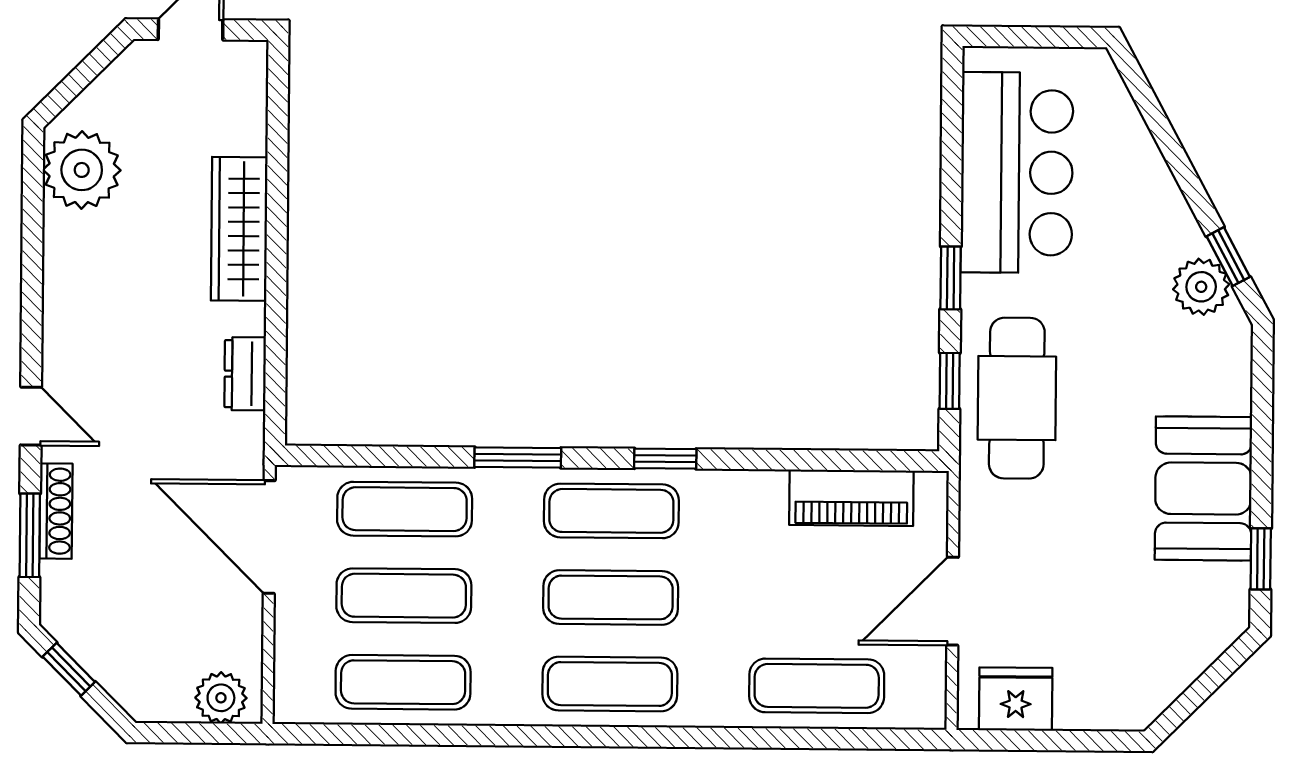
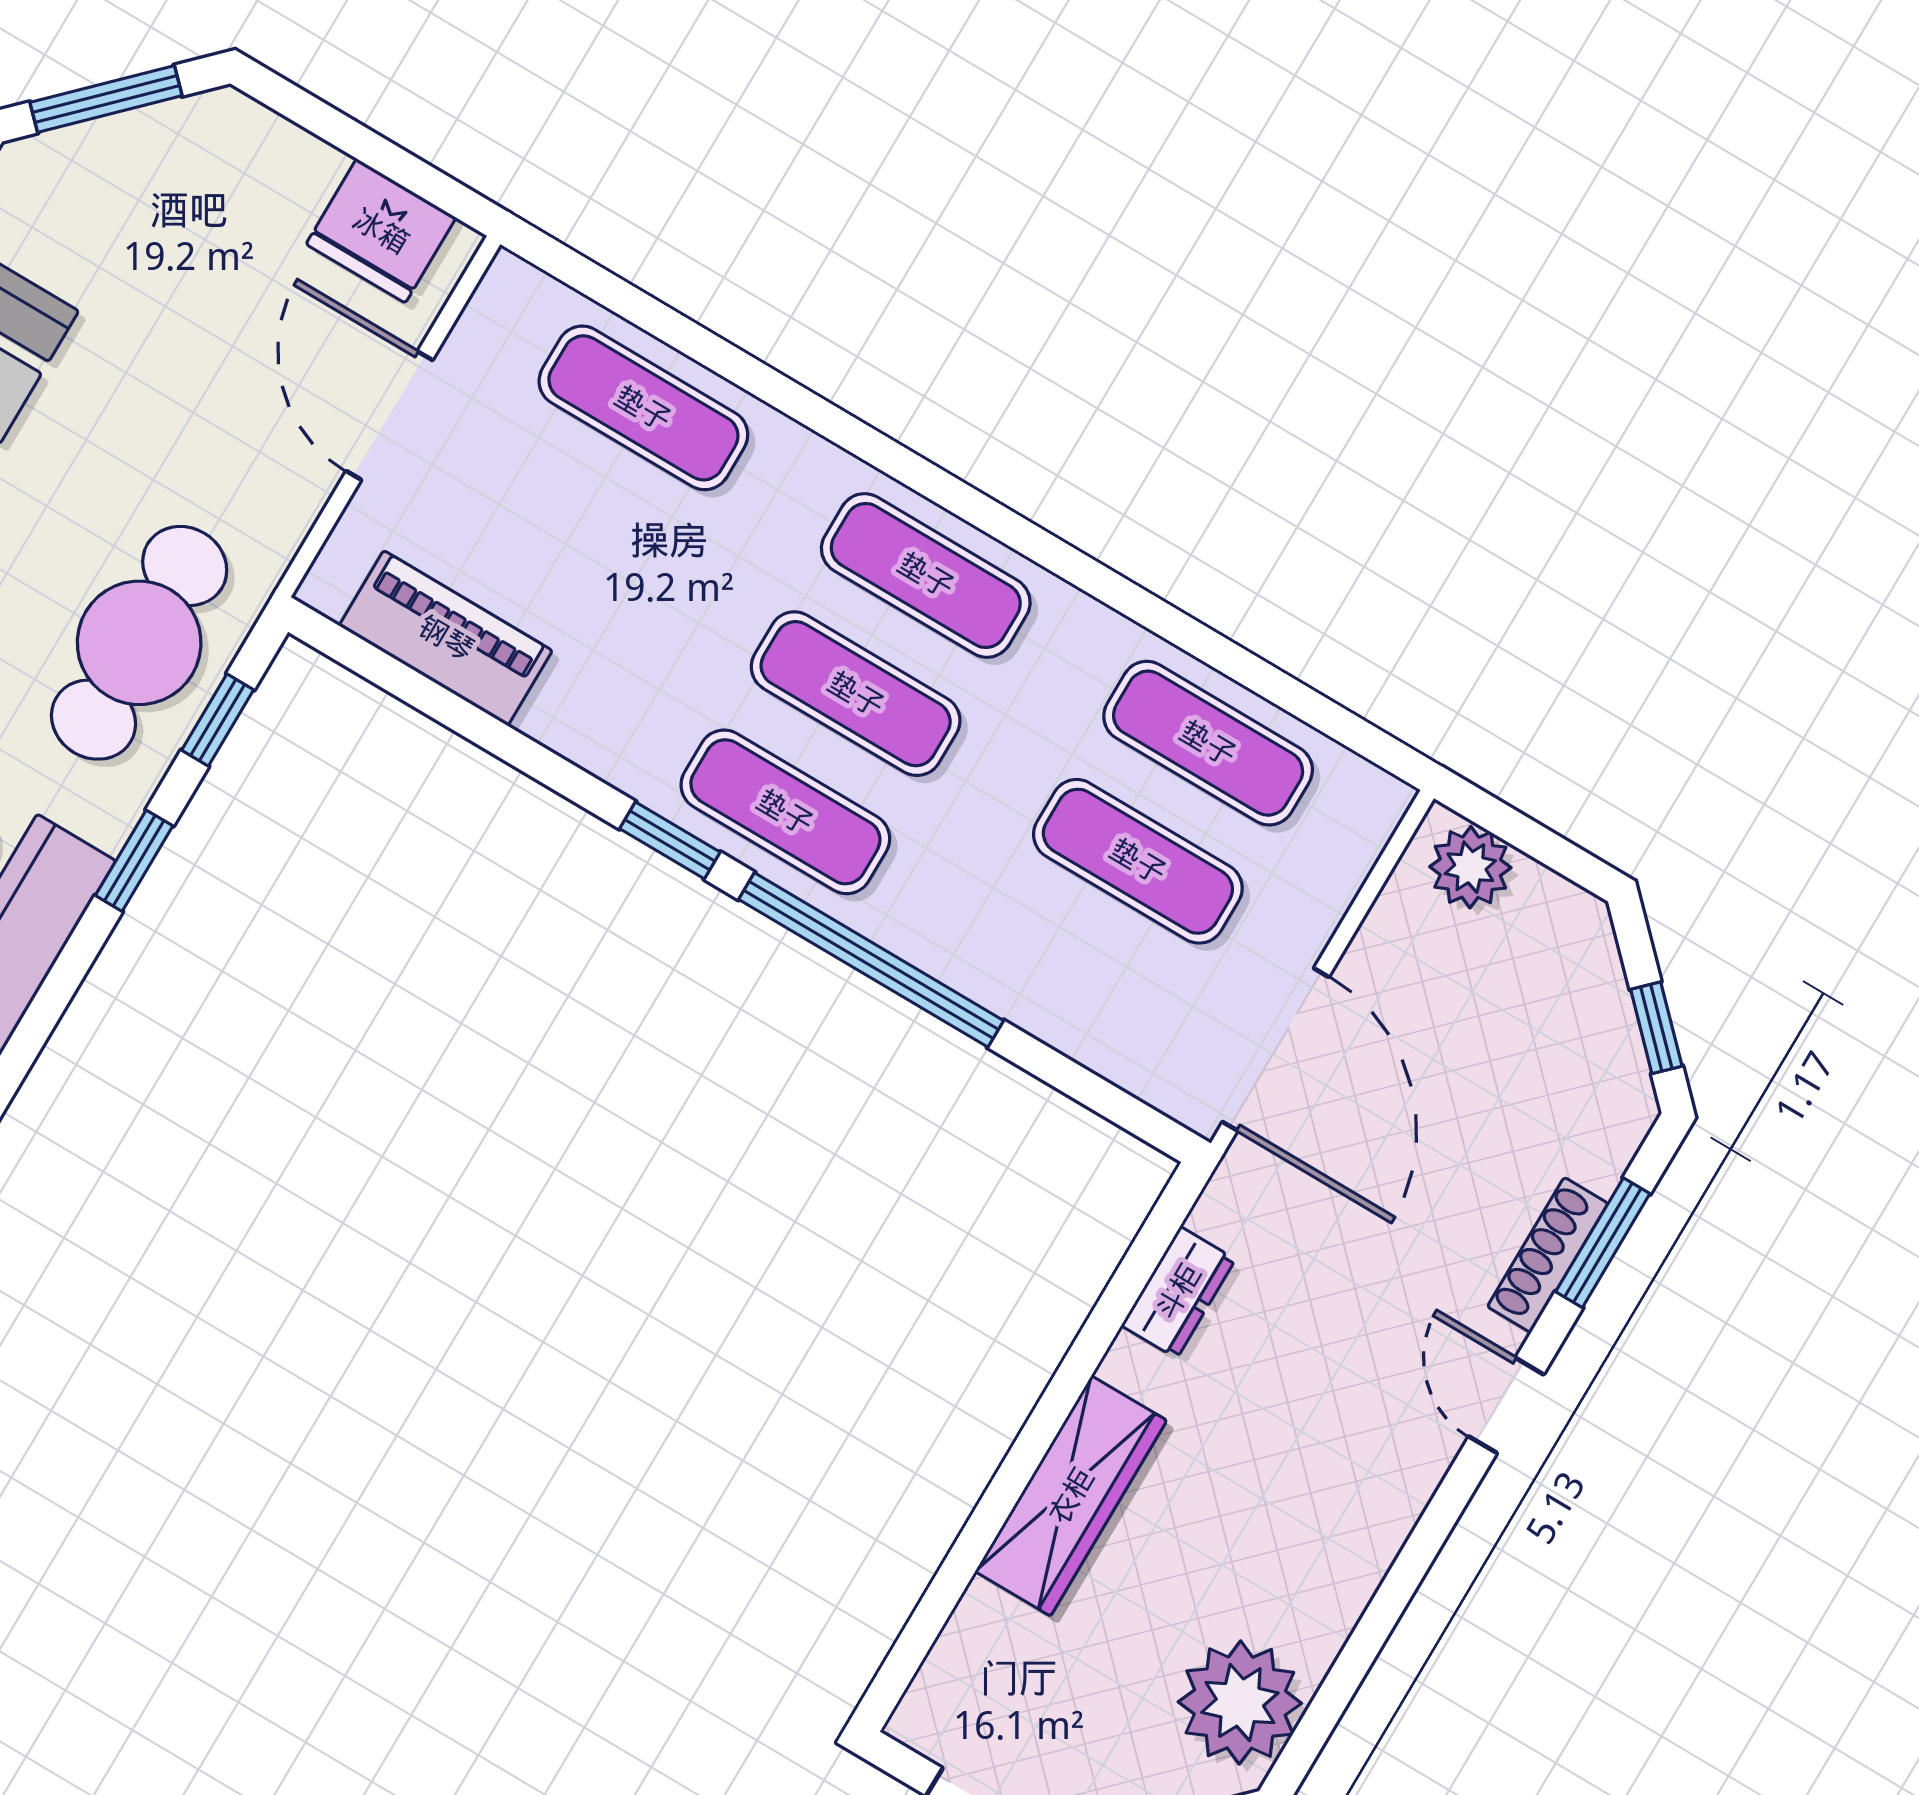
window: (518, 457) -> (871, 960), width x2.11
exercise mat: (405, 509) -> (1068, 979), removed
door: (953, 601) -> (389, 416), swing flipped
window: (1207, 684) -> (106, 99), added

